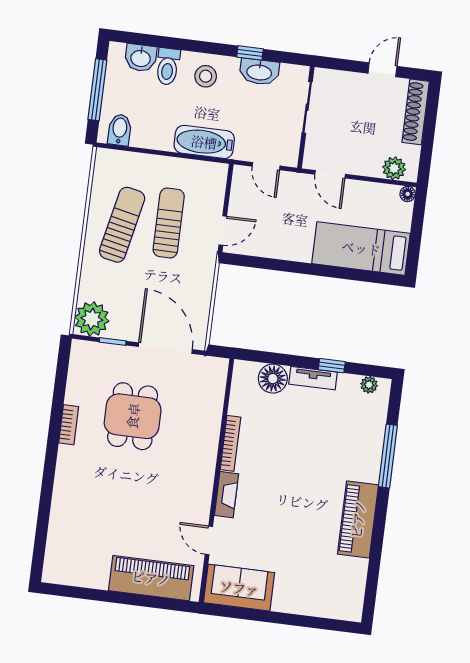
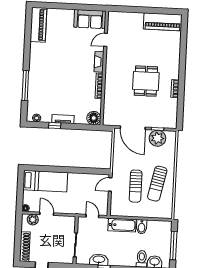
stool: (206, 76) -> (124, 256), removed
bidet: (120, 130) -> (142, 227), moved
door: (330, 174) -> (47, 214), moved
plant: (92, 319) -> (157, 138), moved
floor lamp: (273, 379) -> (94, 118), moved
dining table: (133, 416) -> (146, 81), moved
piano: (358, 519) -> (38, 25), moved
door: (209, 540) -> (106, 40), swing flipped
piano: (151, 578) -> (163, 22), moved

